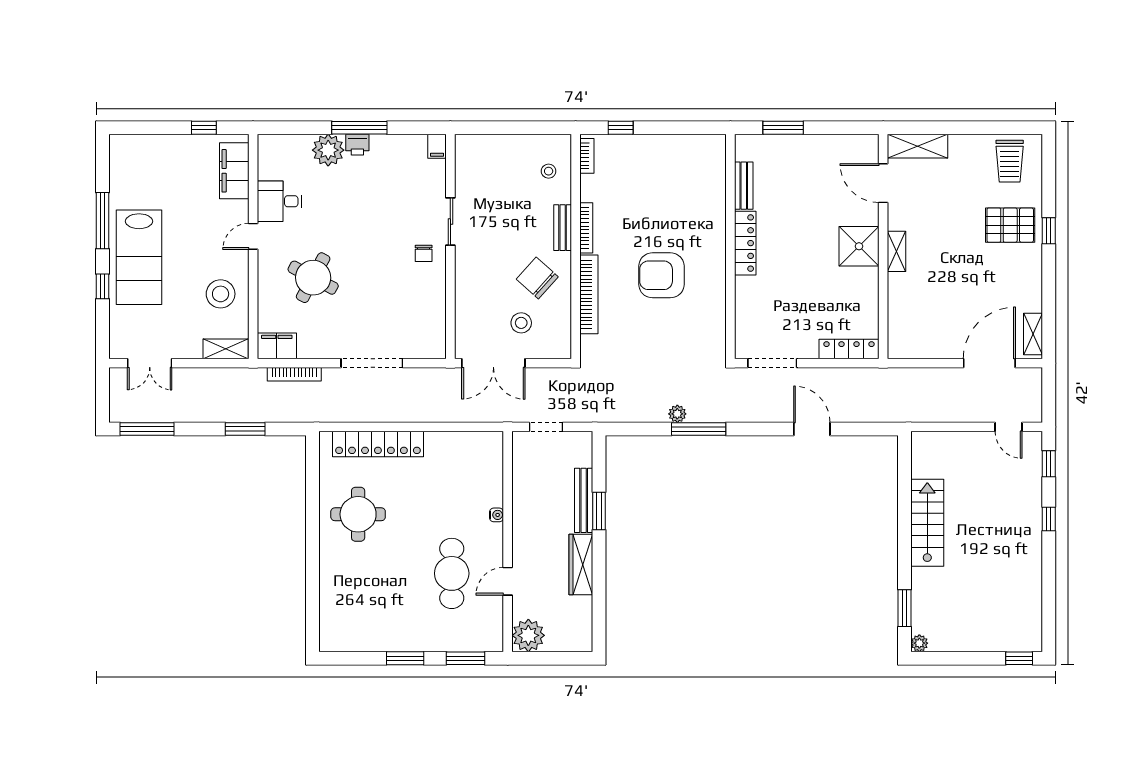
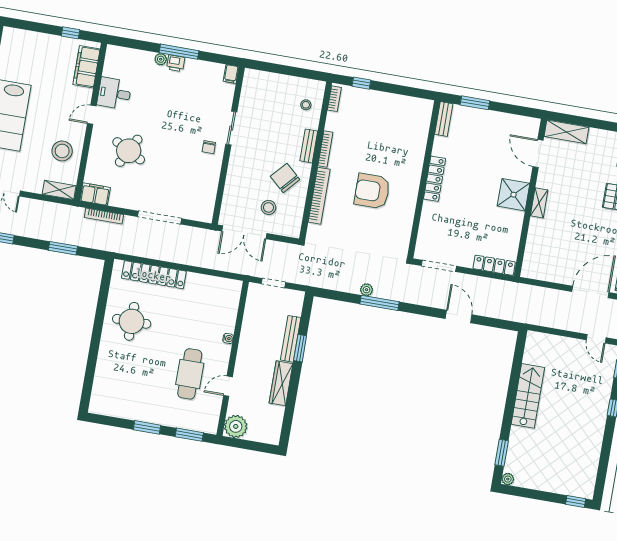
plant: (328, 150) -> (161, 59), width x0.53, depth x0.53
bench: (744, 186) -> (444, 119), moved

